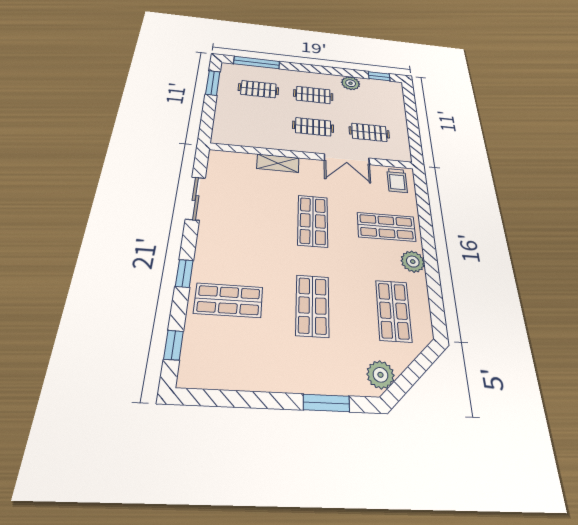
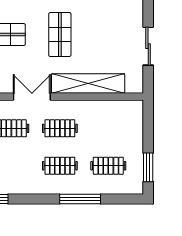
window: (257, 63) -> (80, 199), moved
plant: (351, 83) -> (26, 186), removed
shelving: (278, 163) -> (88, 84), width x2.20, depth x1.33

